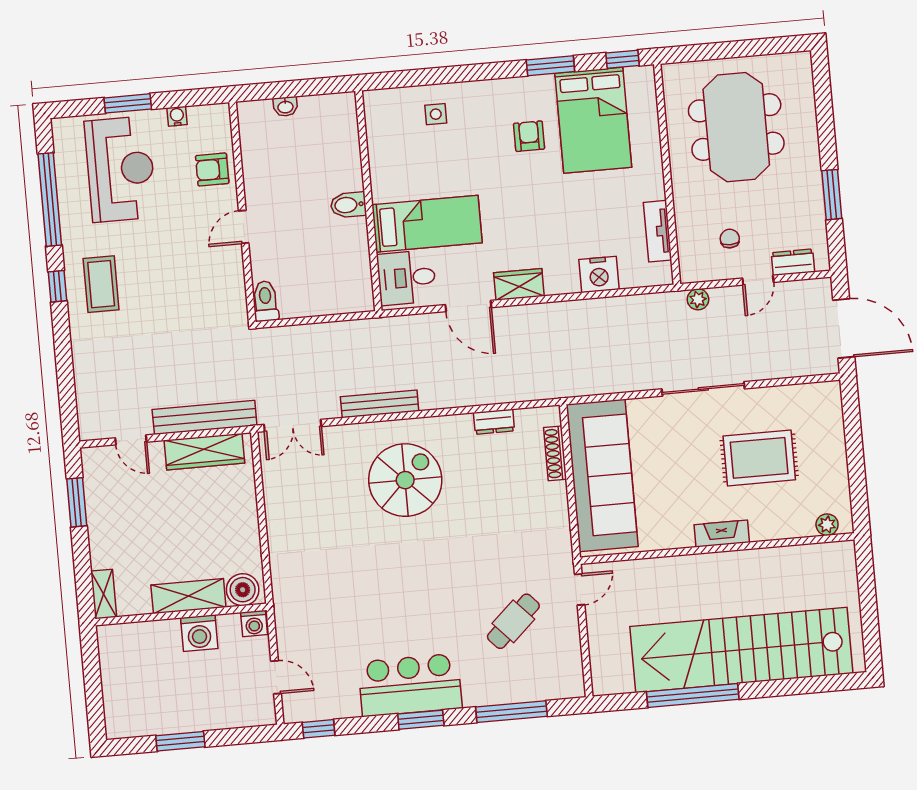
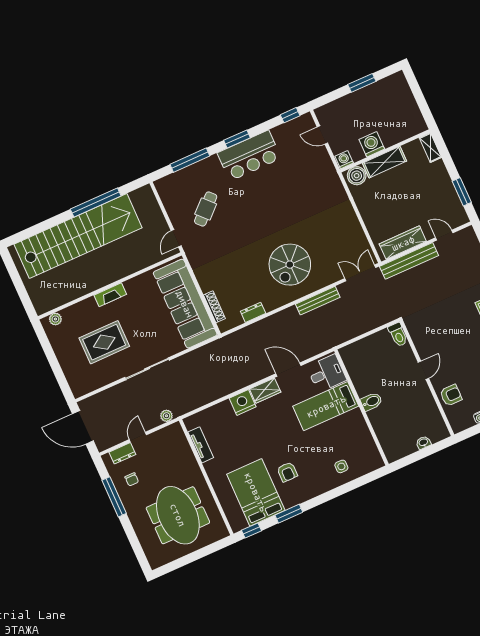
window: (832, 195) -> (114, 497), width x1.44
chair: (730, 239) -> (132, 479), moved
nightstand: (599, 274) -> (243, 402), moved

